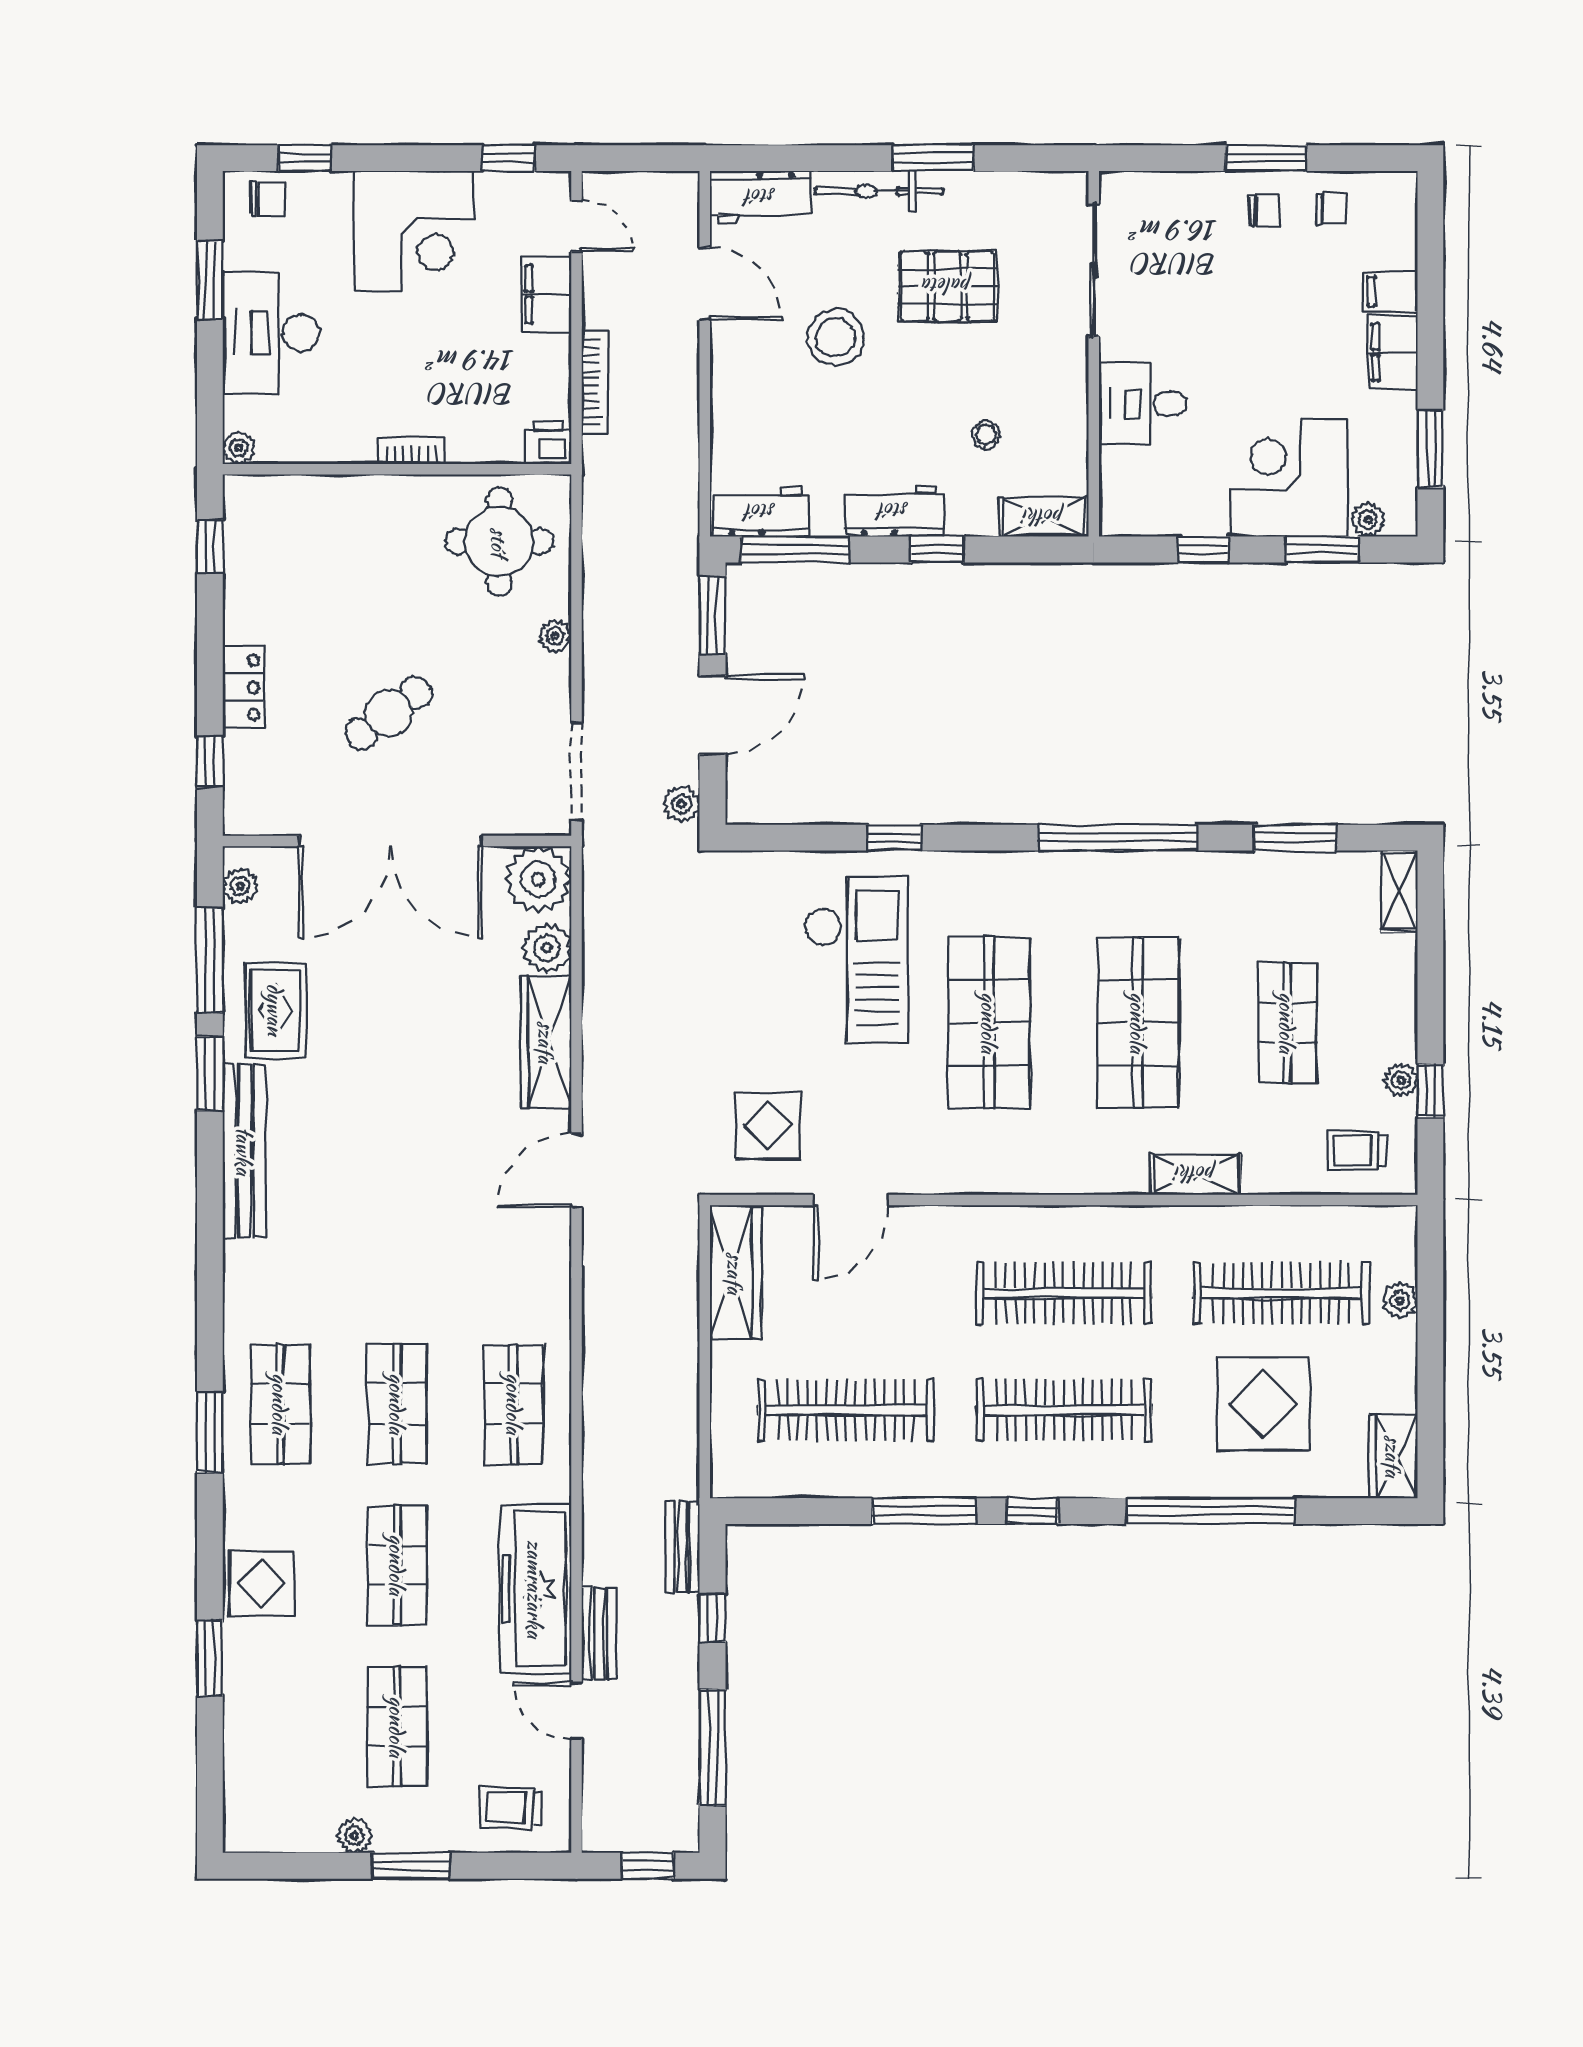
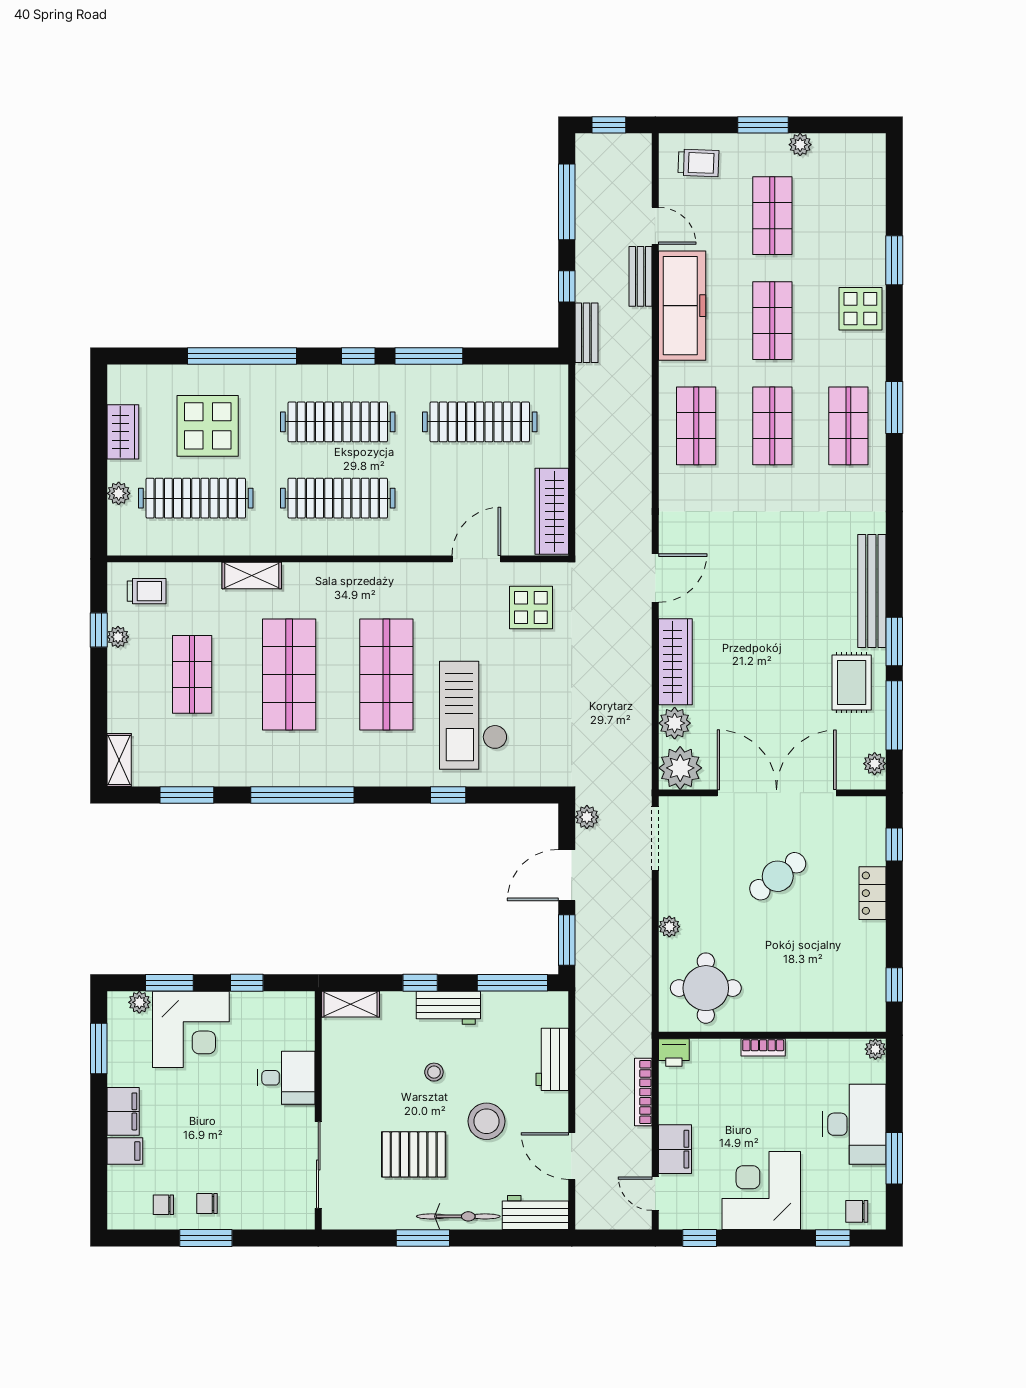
stool: (986, 435) -> (434, 1072), moved
workbench: (761, 512) -> (552, 1059), moved, turned 90
wardrobe: (1393, 1456) -> (123, 432), moved

